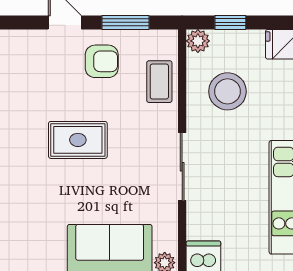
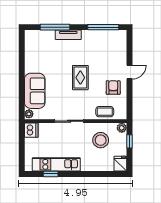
window: (126, 22) -> (129, 97), removed
armchair: (102, 61) -> (113, 88), turned 180

